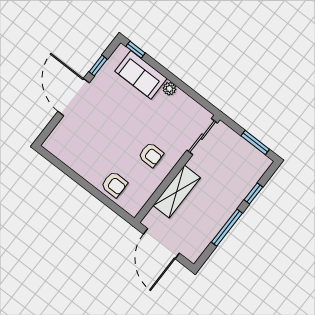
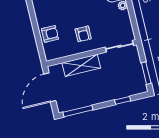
armchair: (114, 184) -> (50, 34), turned -90
window: (227, 228) -> (78, 111), moved

